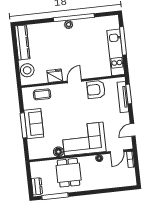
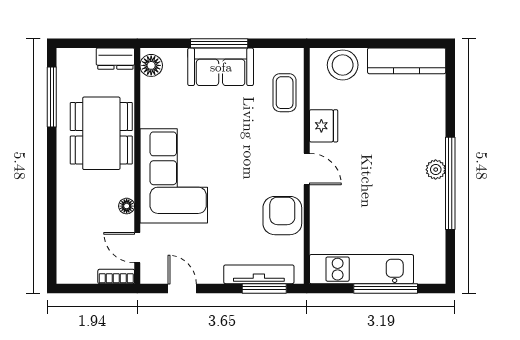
floor lamp: (58, 152) -> (151, 65), moved
dining table: (69, 173) -> (101, 133), width x1.38
dresser: (37, 186) -> (115, 59), moved

